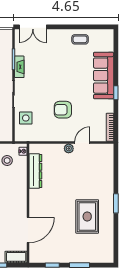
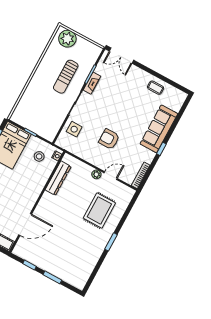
rug: (87, 216) -> (99, 210), moved

